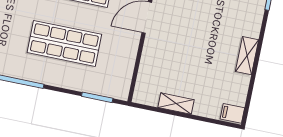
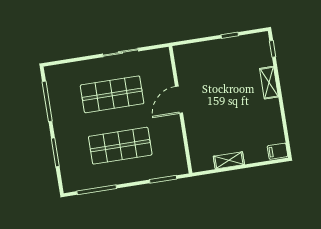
shelving: (247, 56) -> (269, 83), moved

